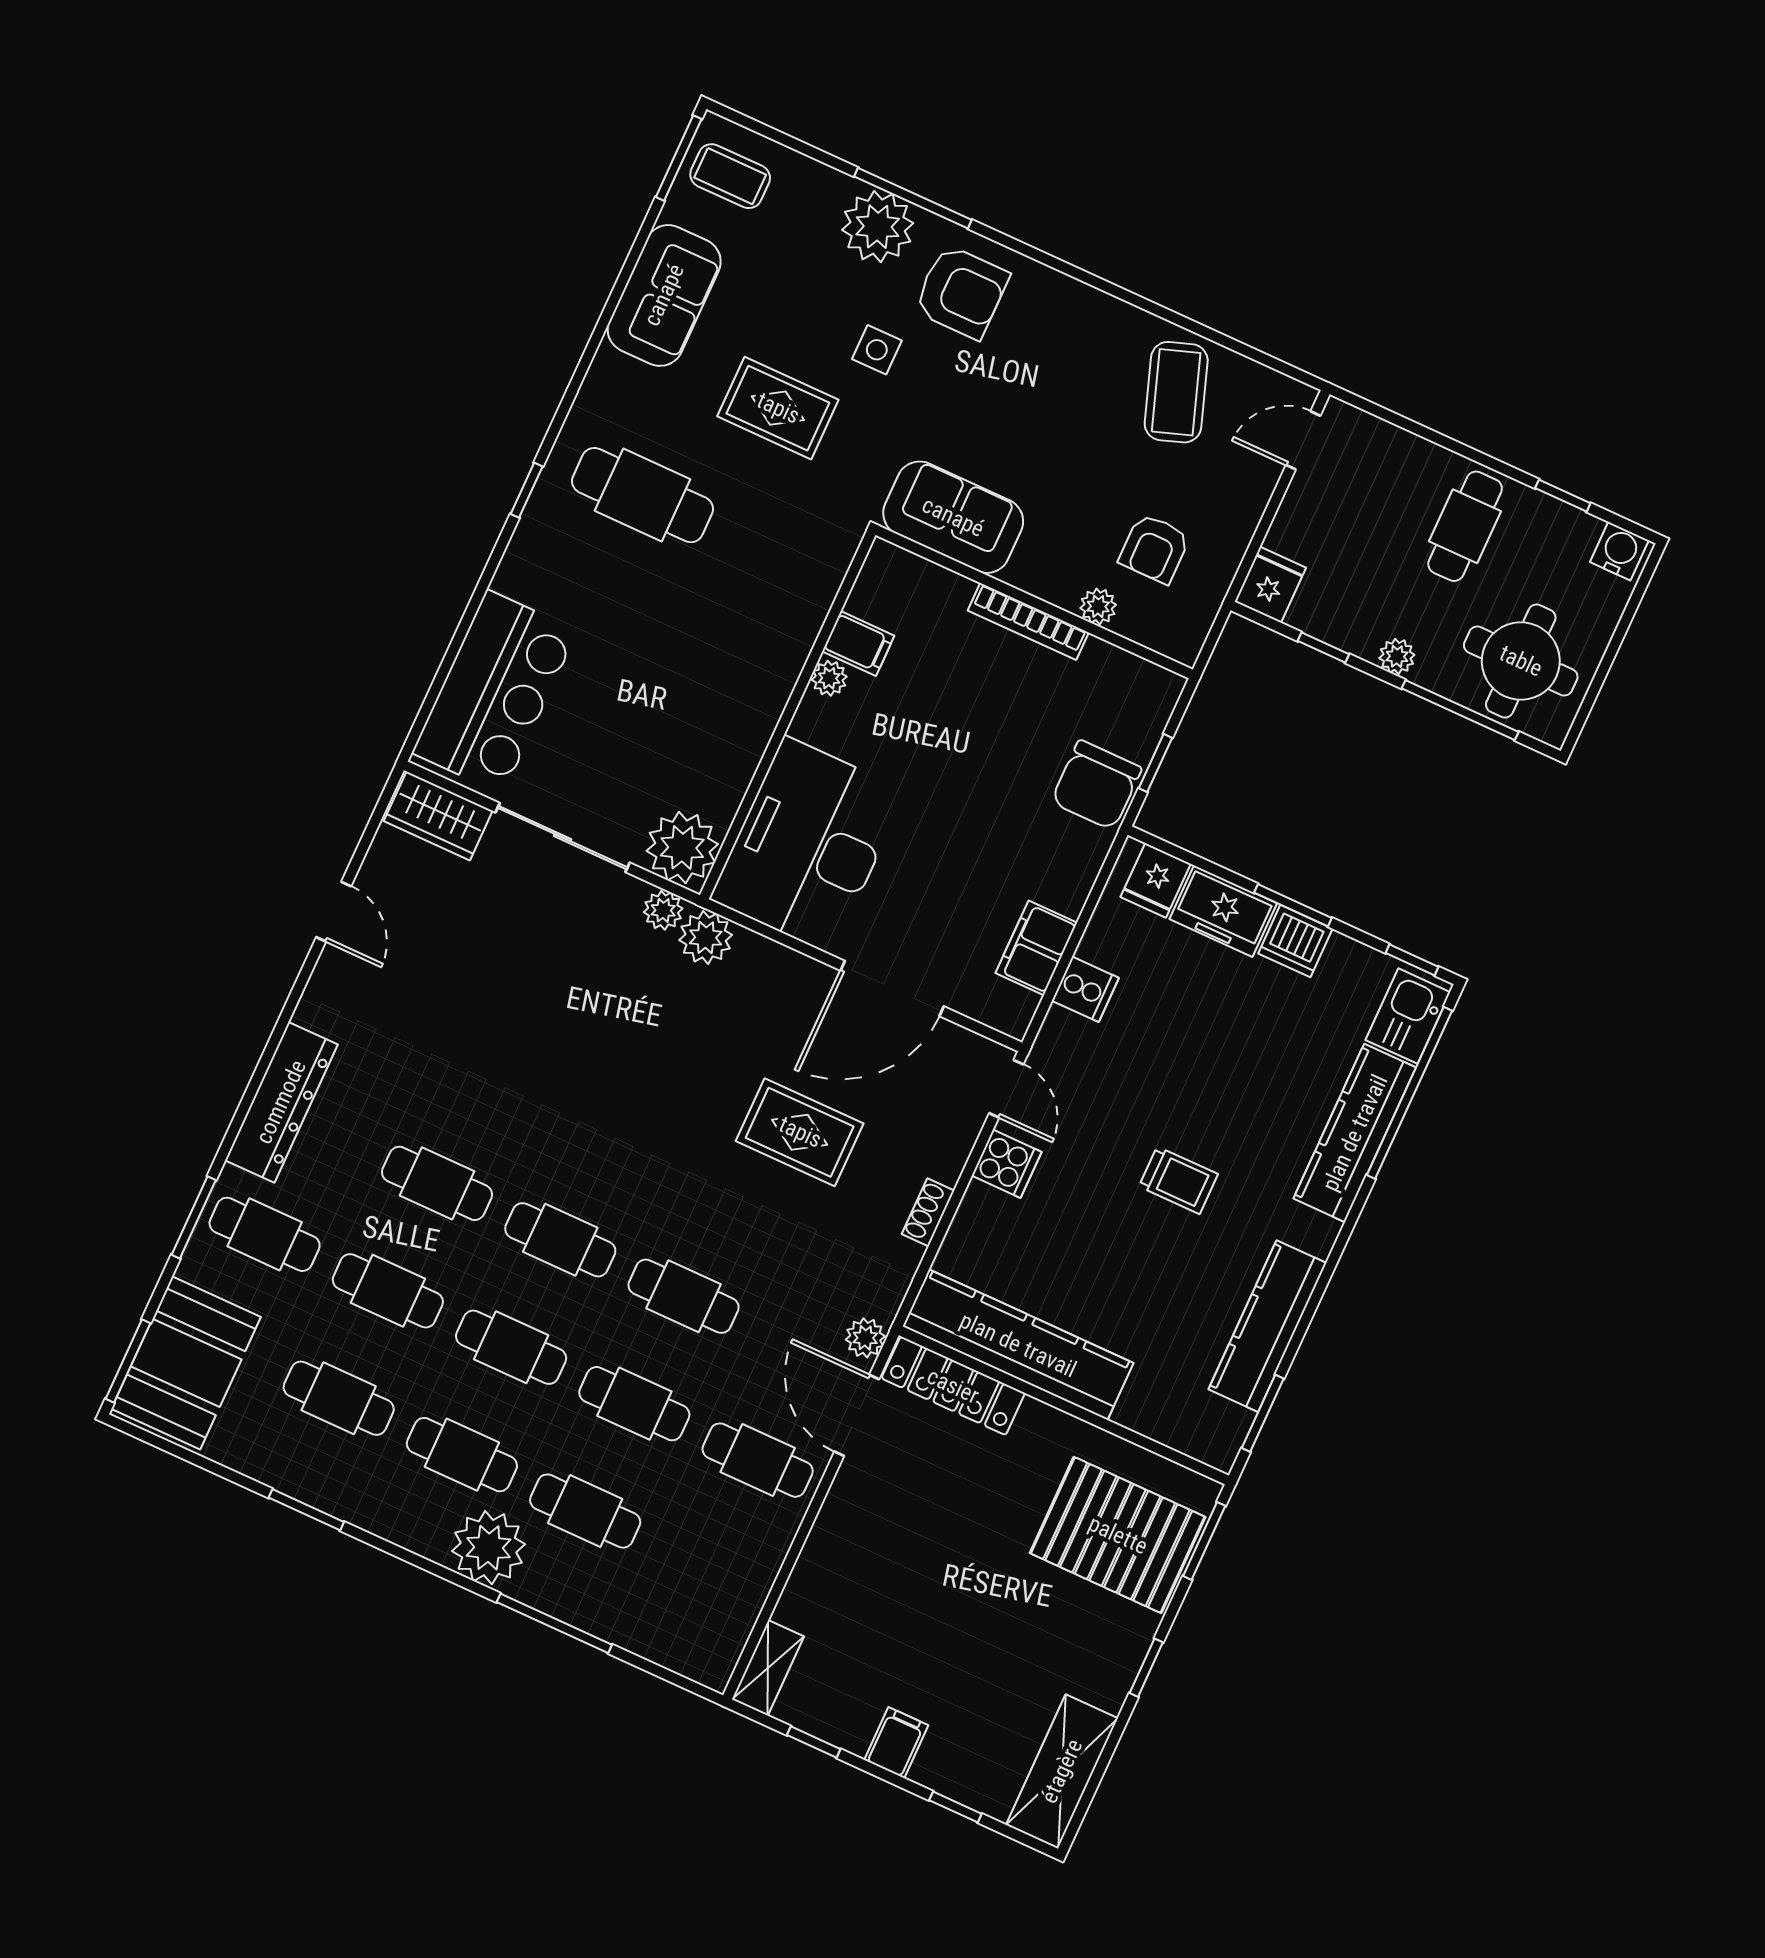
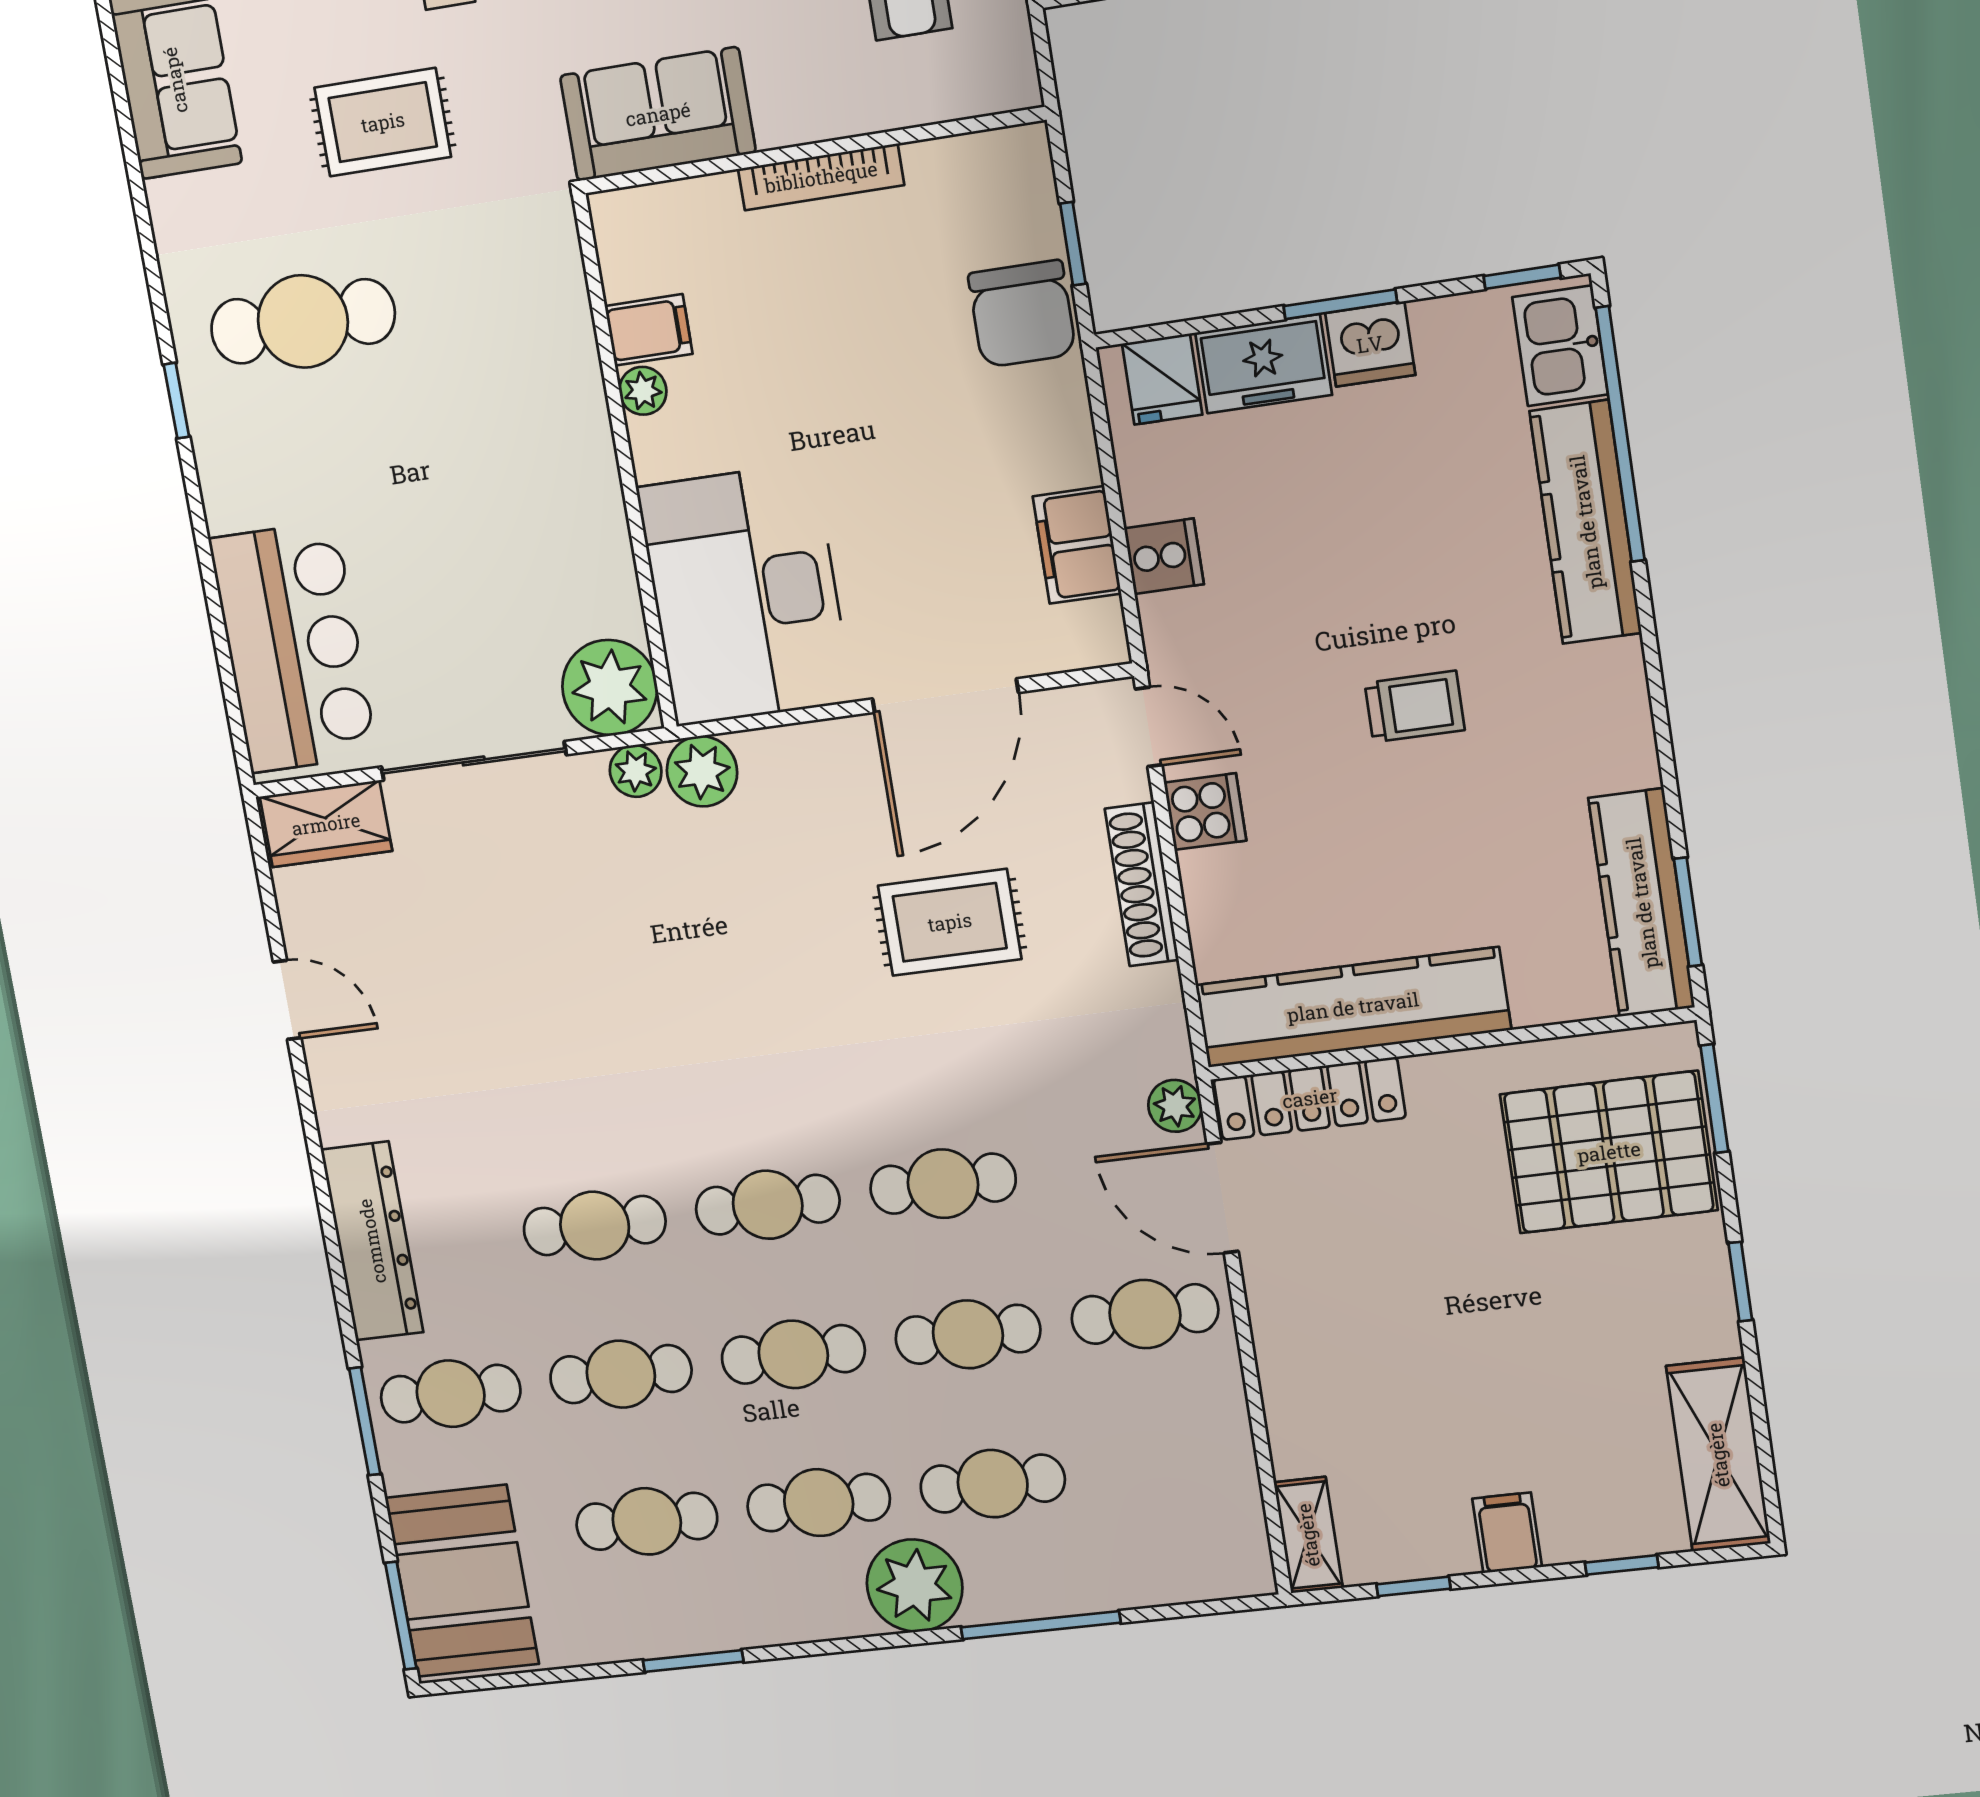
plant: (1098, 606) -> (888, 106), removed
shoe rack: (928, 1212) -> (1142, 884), width x1.94, depth x1.24
kitchen counter: (1267, 1326) -> (1642, 903), moved

